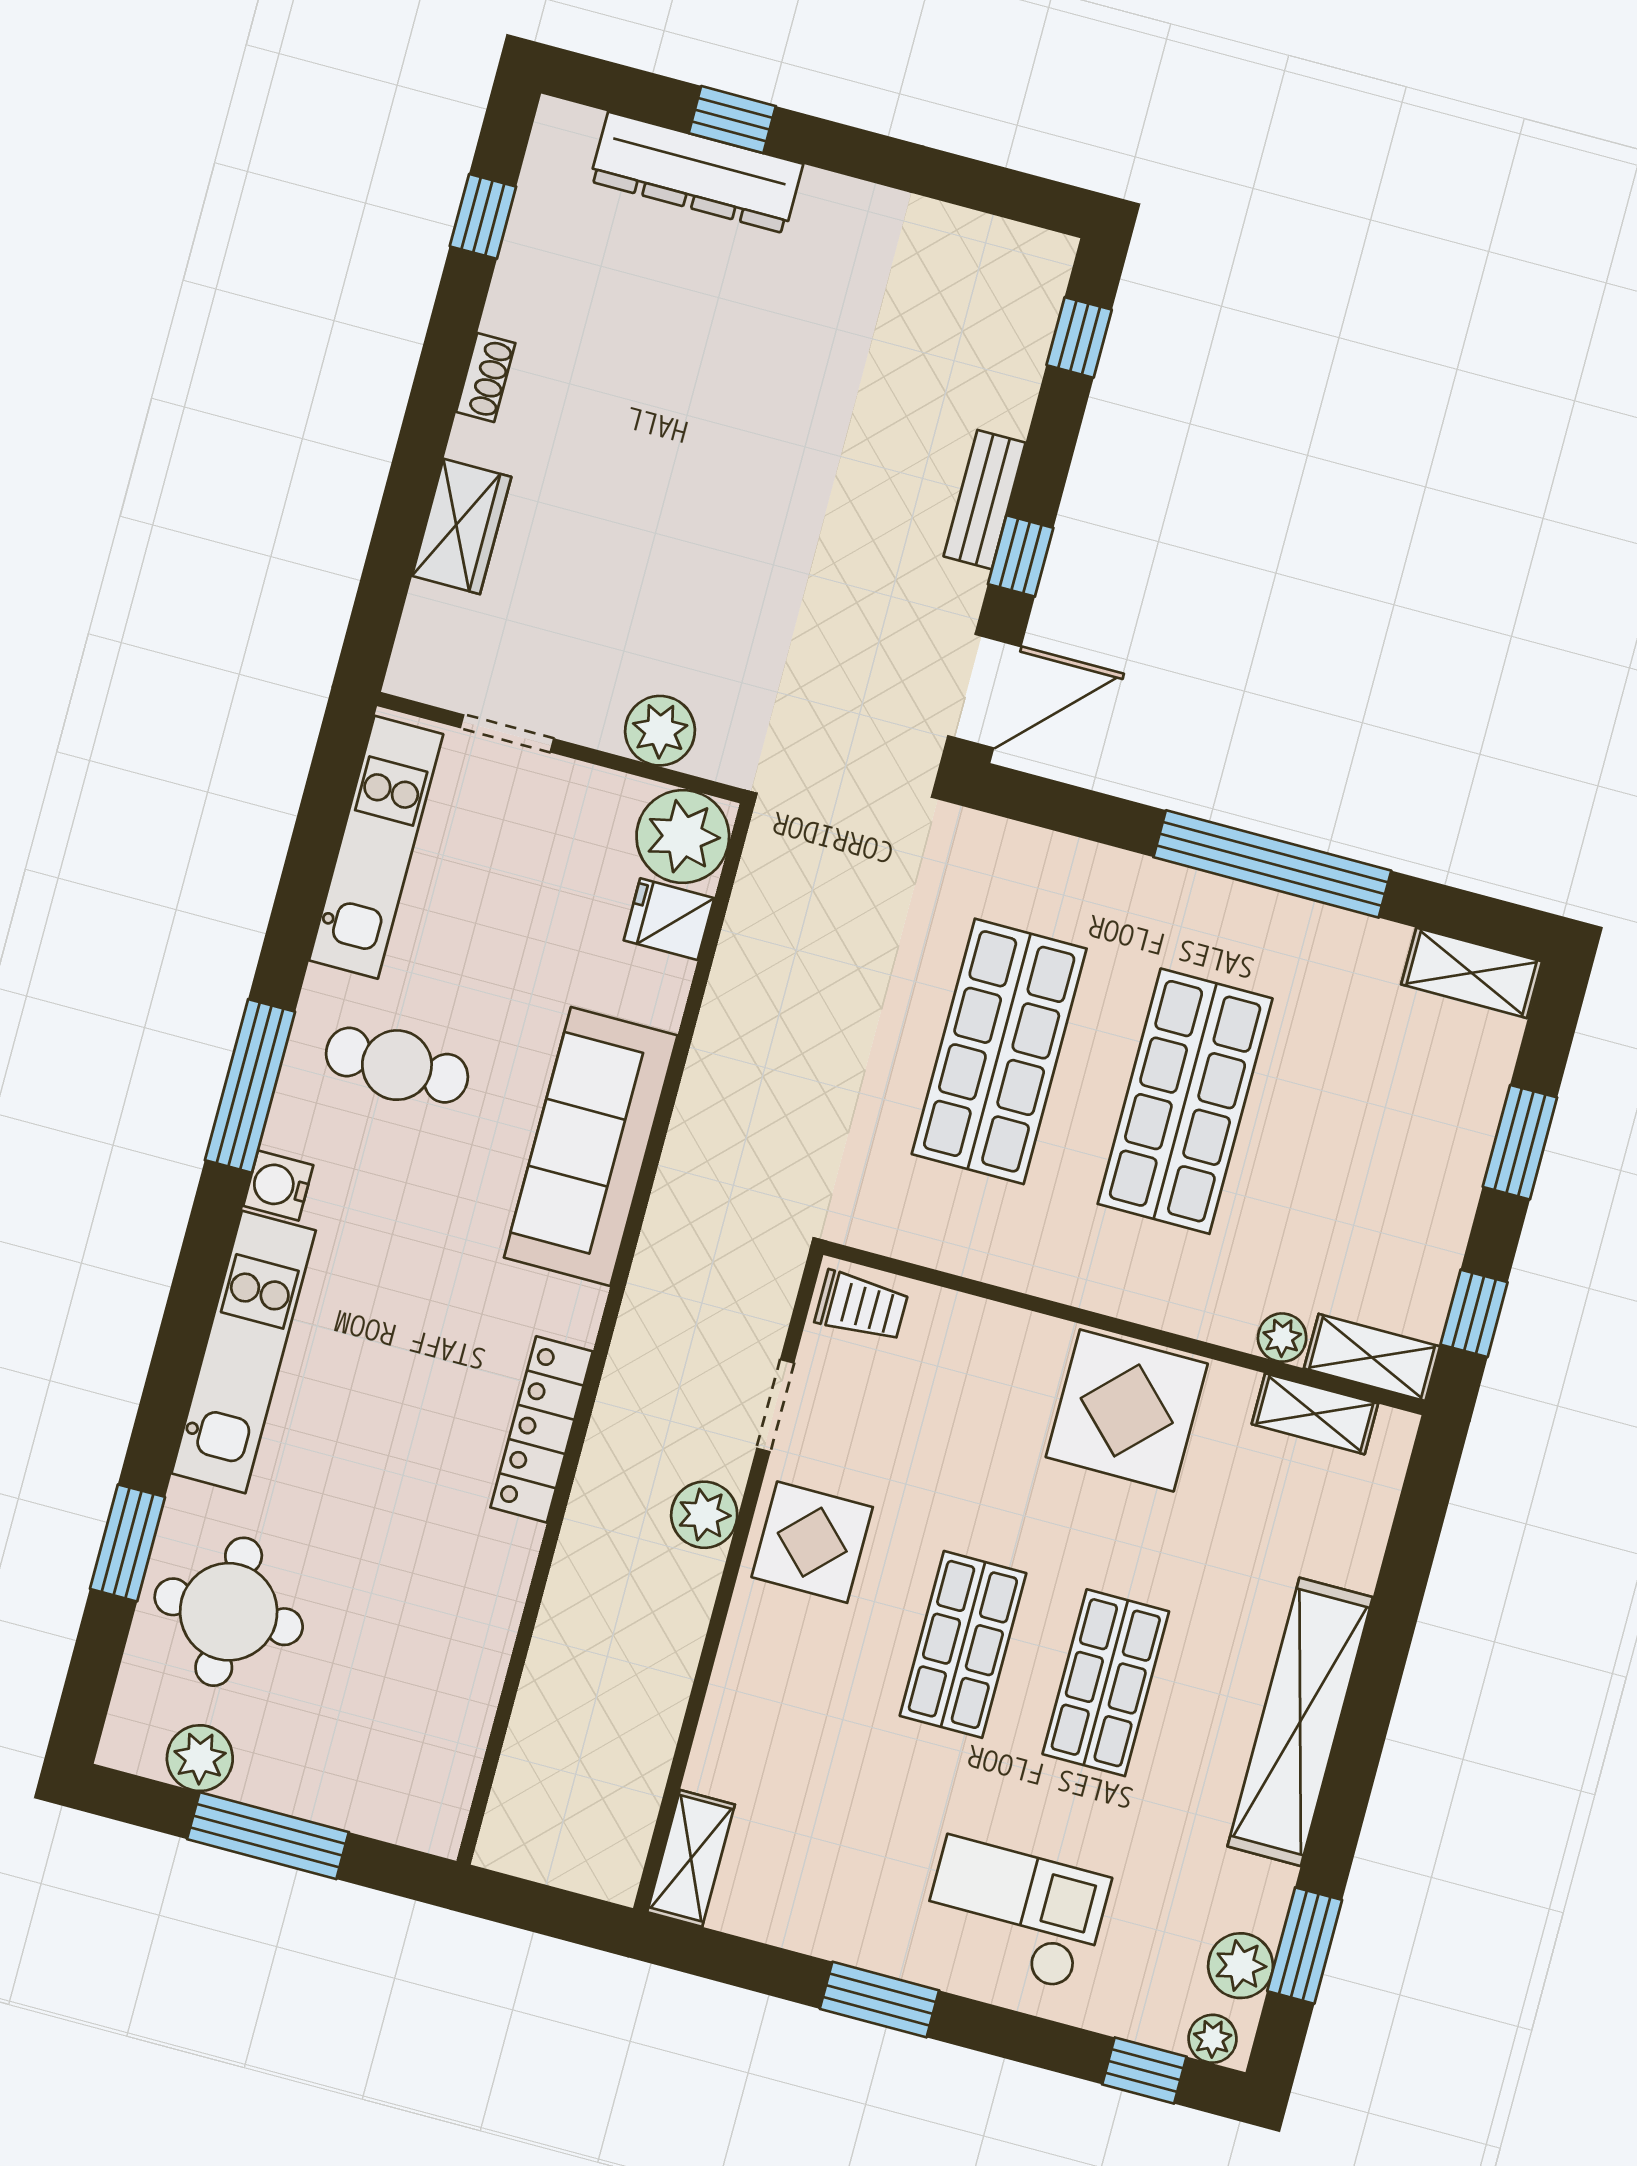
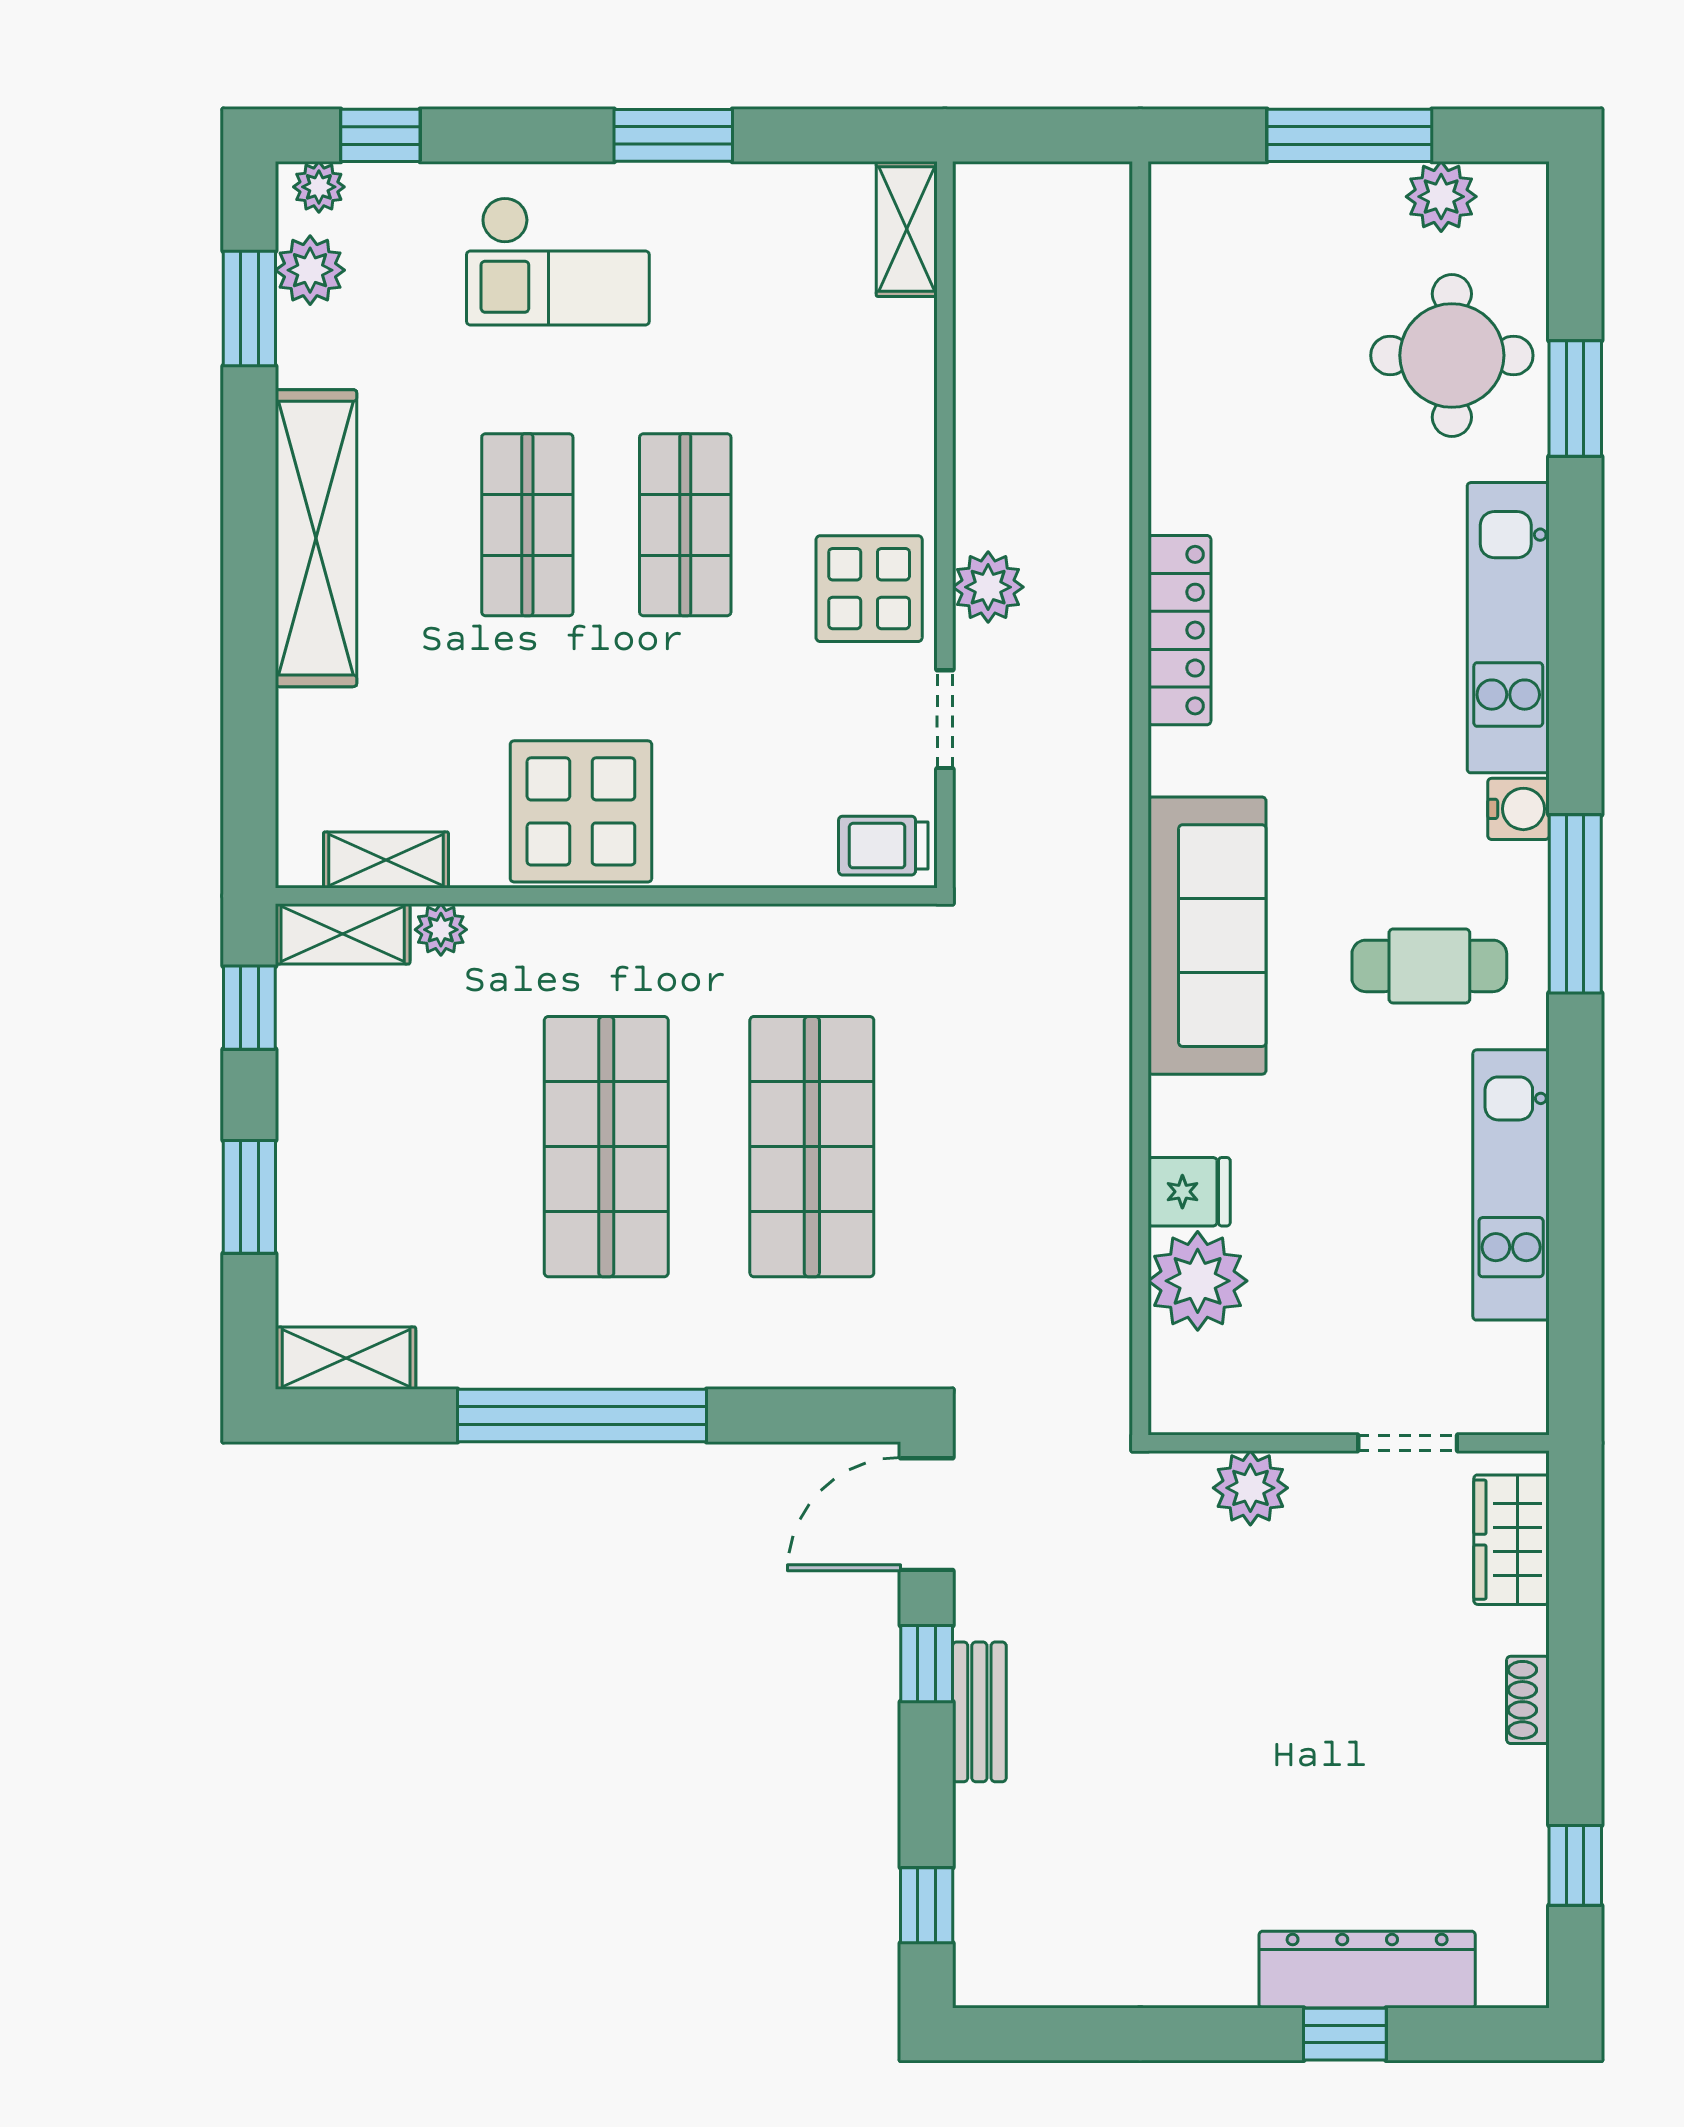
plant: (660, 731) -> (1250, 1488), moved
doorway: (507, 733) -> (1408, 1443), moved
wall: (560, 748) -> (1349, 1443), moved

